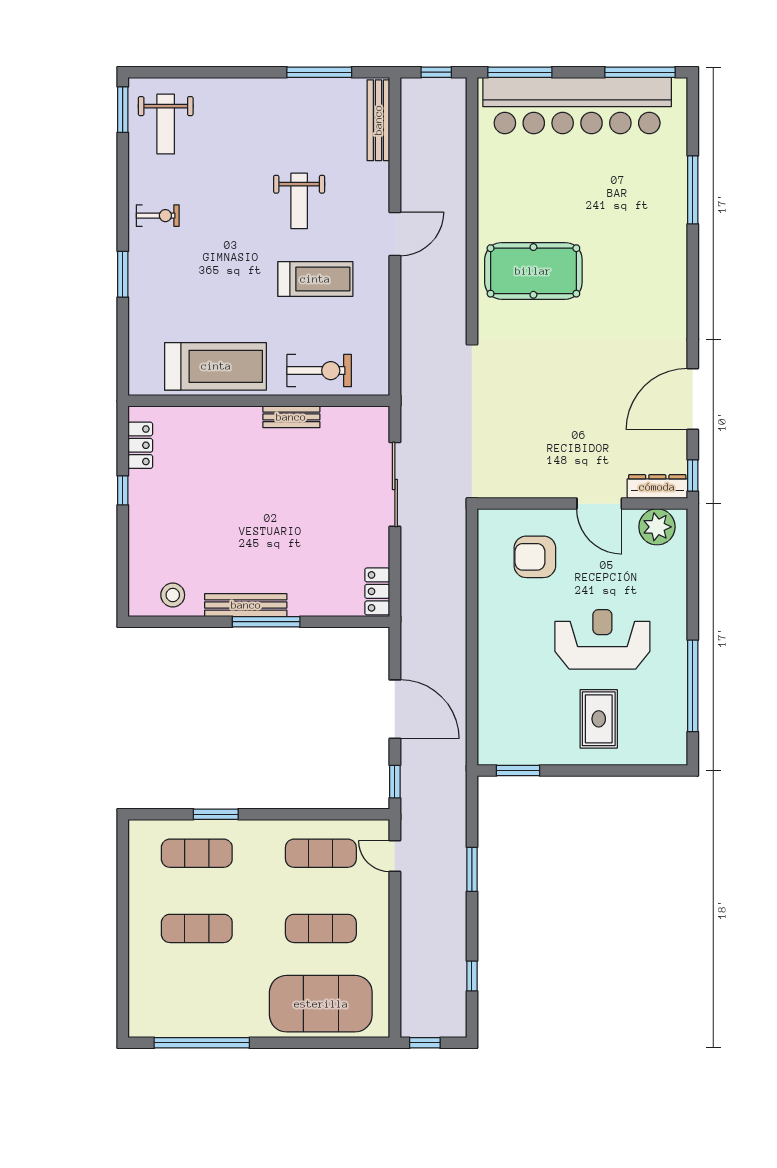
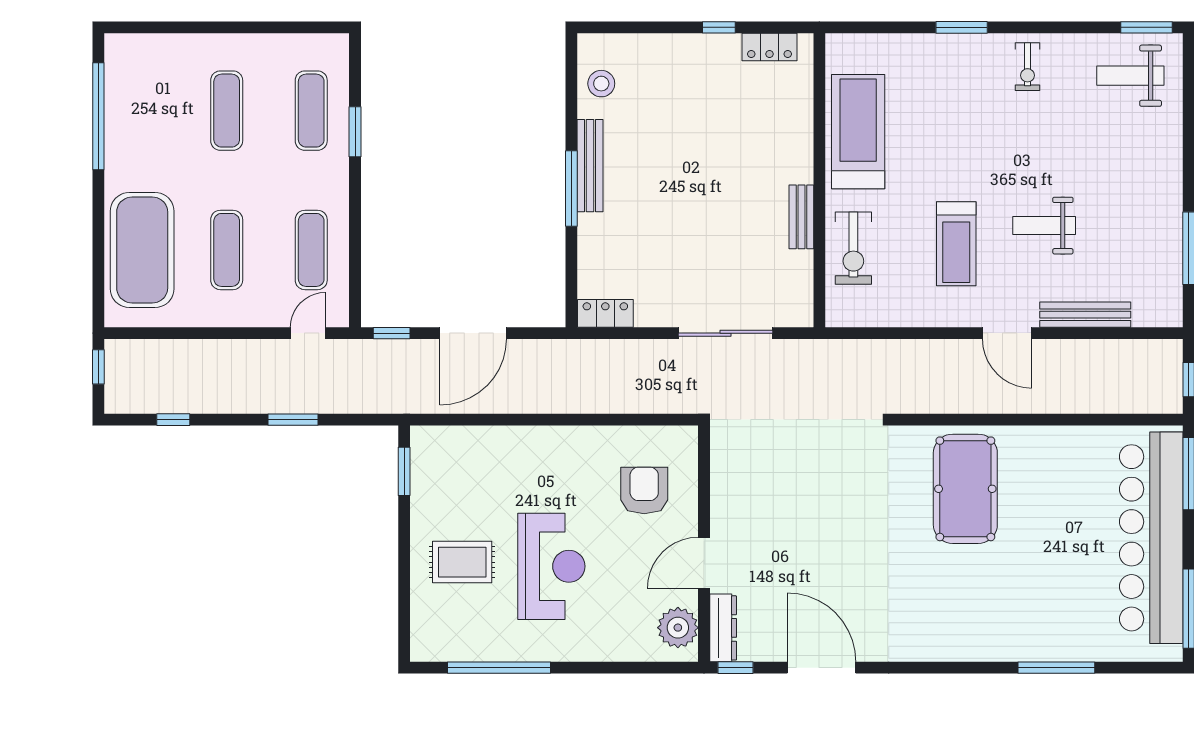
bench: (378, 120) -> (1085, 315), moved
treadmill: (216, 366) -> (858, 132), turned 180

